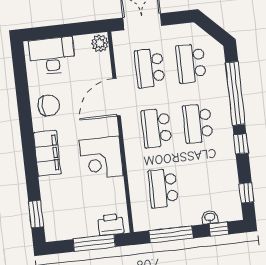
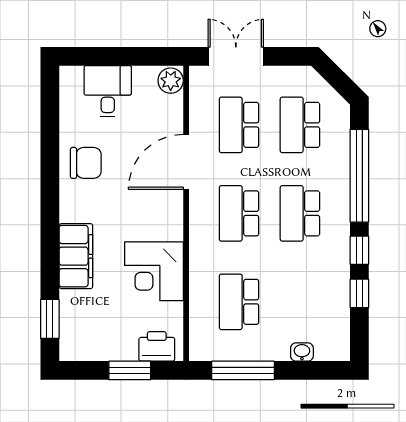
desk: (52, 56) -> (108, 91), width x0.73
filing cabinet: (47, 153) -> (76, 256), moved
corner desk: (101, 158) -> (154, 271), moved
window: (246, 193) -> (359, 293), moved
window: (219, 229) -> (313, 370), removed
window: (94, 243) -> (130, 370), width x0.69

